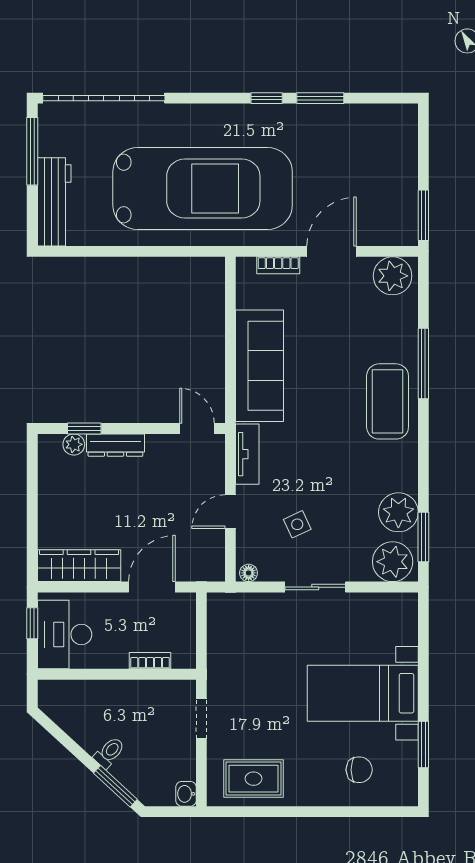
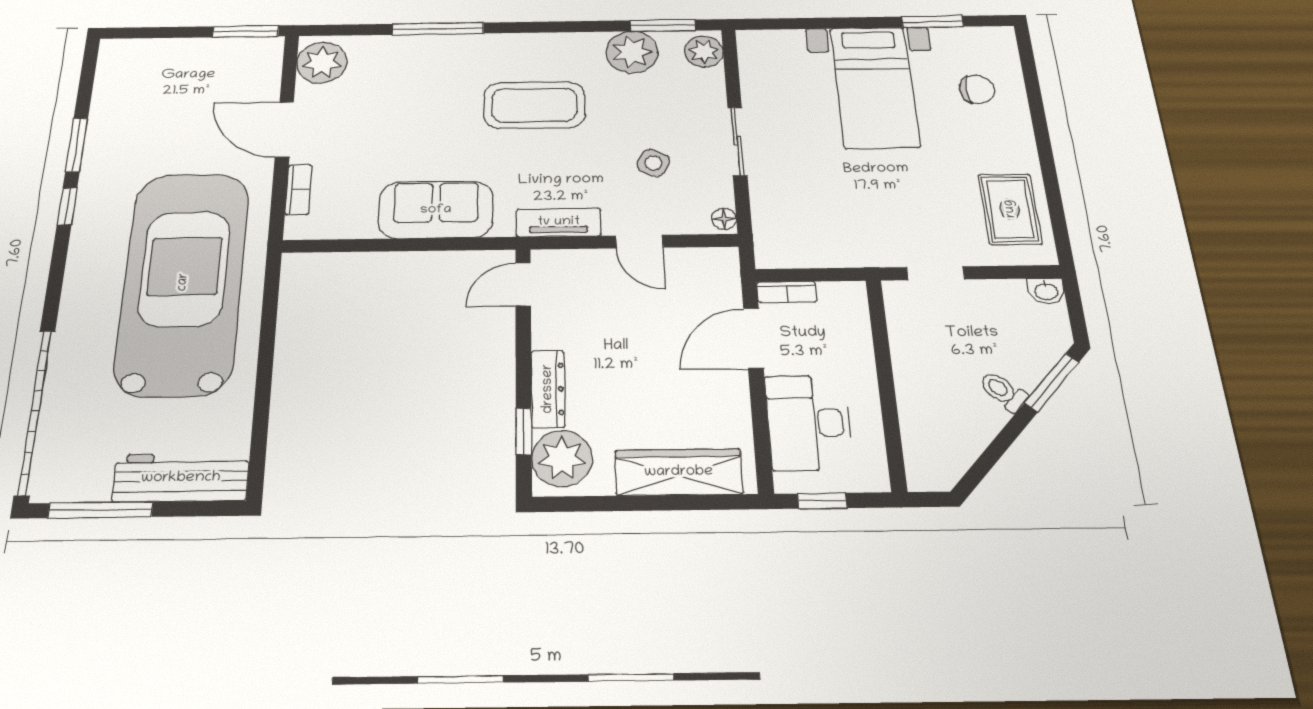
sofa: (260, 366) -> (436, 210), width x0.73
coffee table: (388, 401) -> (534, 105), moved
plant: (74, 444) -> (562, 458), width x1.88, depth x1.88
side table: (297, 524) -> (653, 163), turned -36
plant: (393, 562) -> (704, 52), width x0.73, depth x0.73
wardrobe: (79, 566) -> (679, 472), moved, turned 90
door: (152, 587) -> (753, 338), hinge flipped
desk: (65, 635) -> (809, 423), moved, turned 90
bookcase: (150, 661) -> (787, 292), moved, turned -90
chair: (359, 770) -> (977, 89), turned 90

